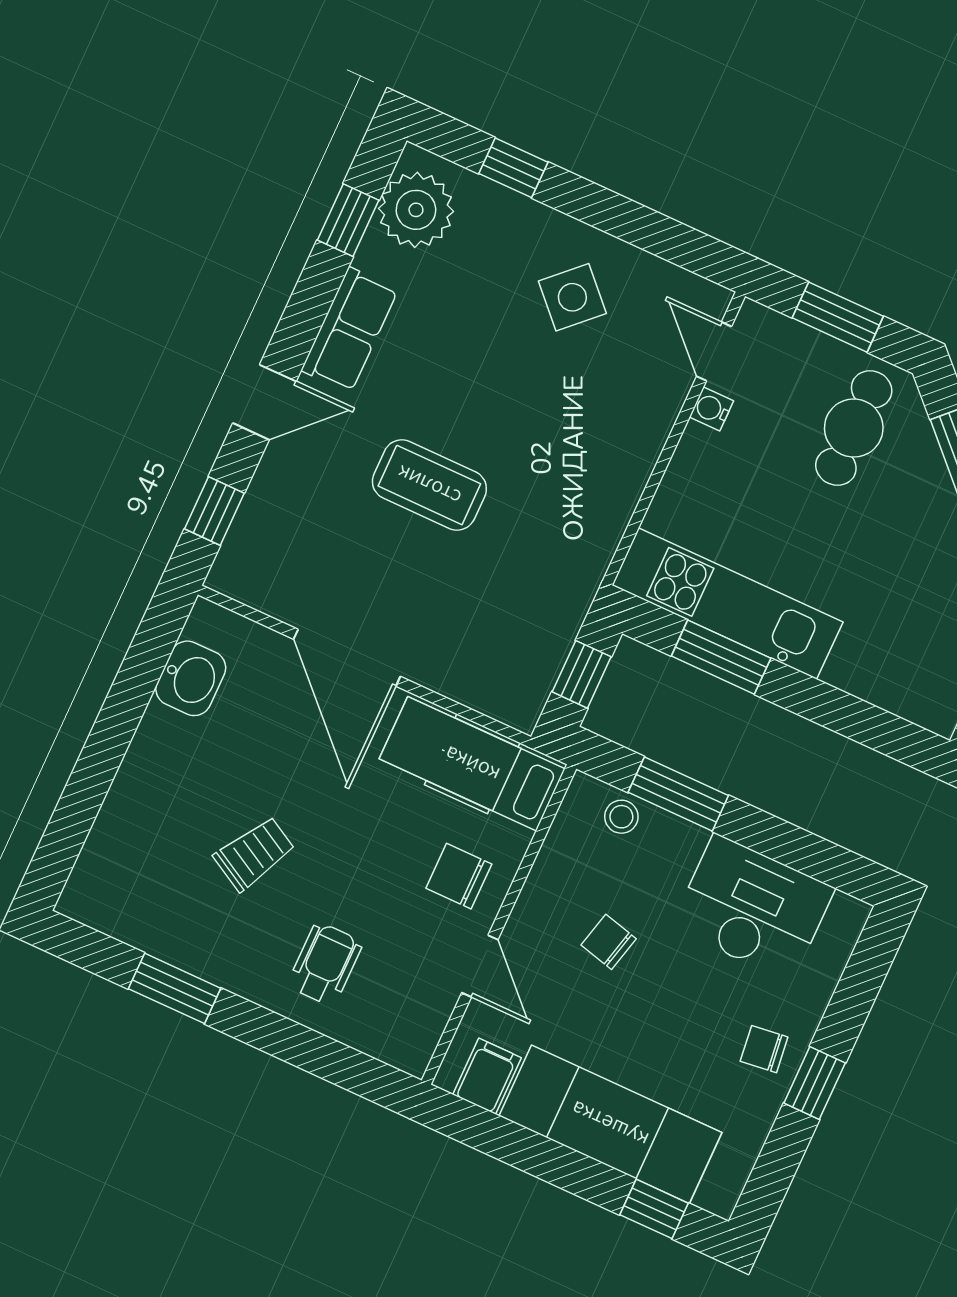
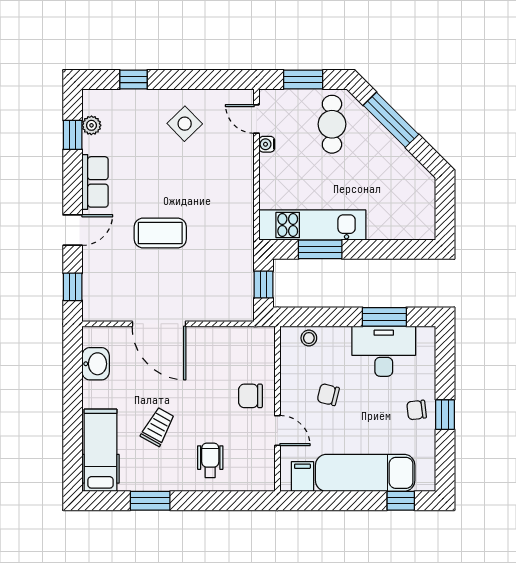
plant: (416, 210) -> (91, 125), width x0.53, depth x0.53
hospital bed: (472, 764) -> (101, 450), moved, turned 90
window: (678, 794) -> (384, 317), moved

